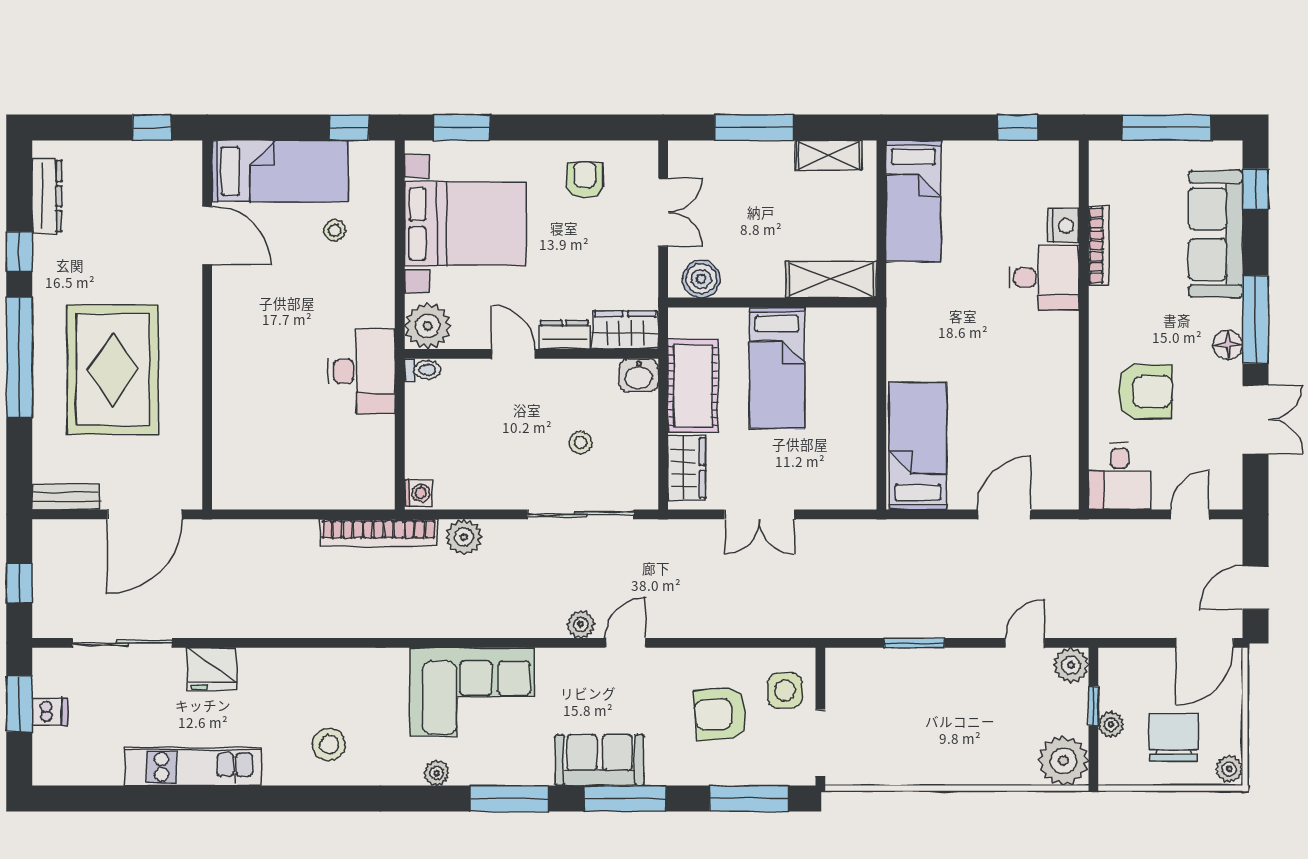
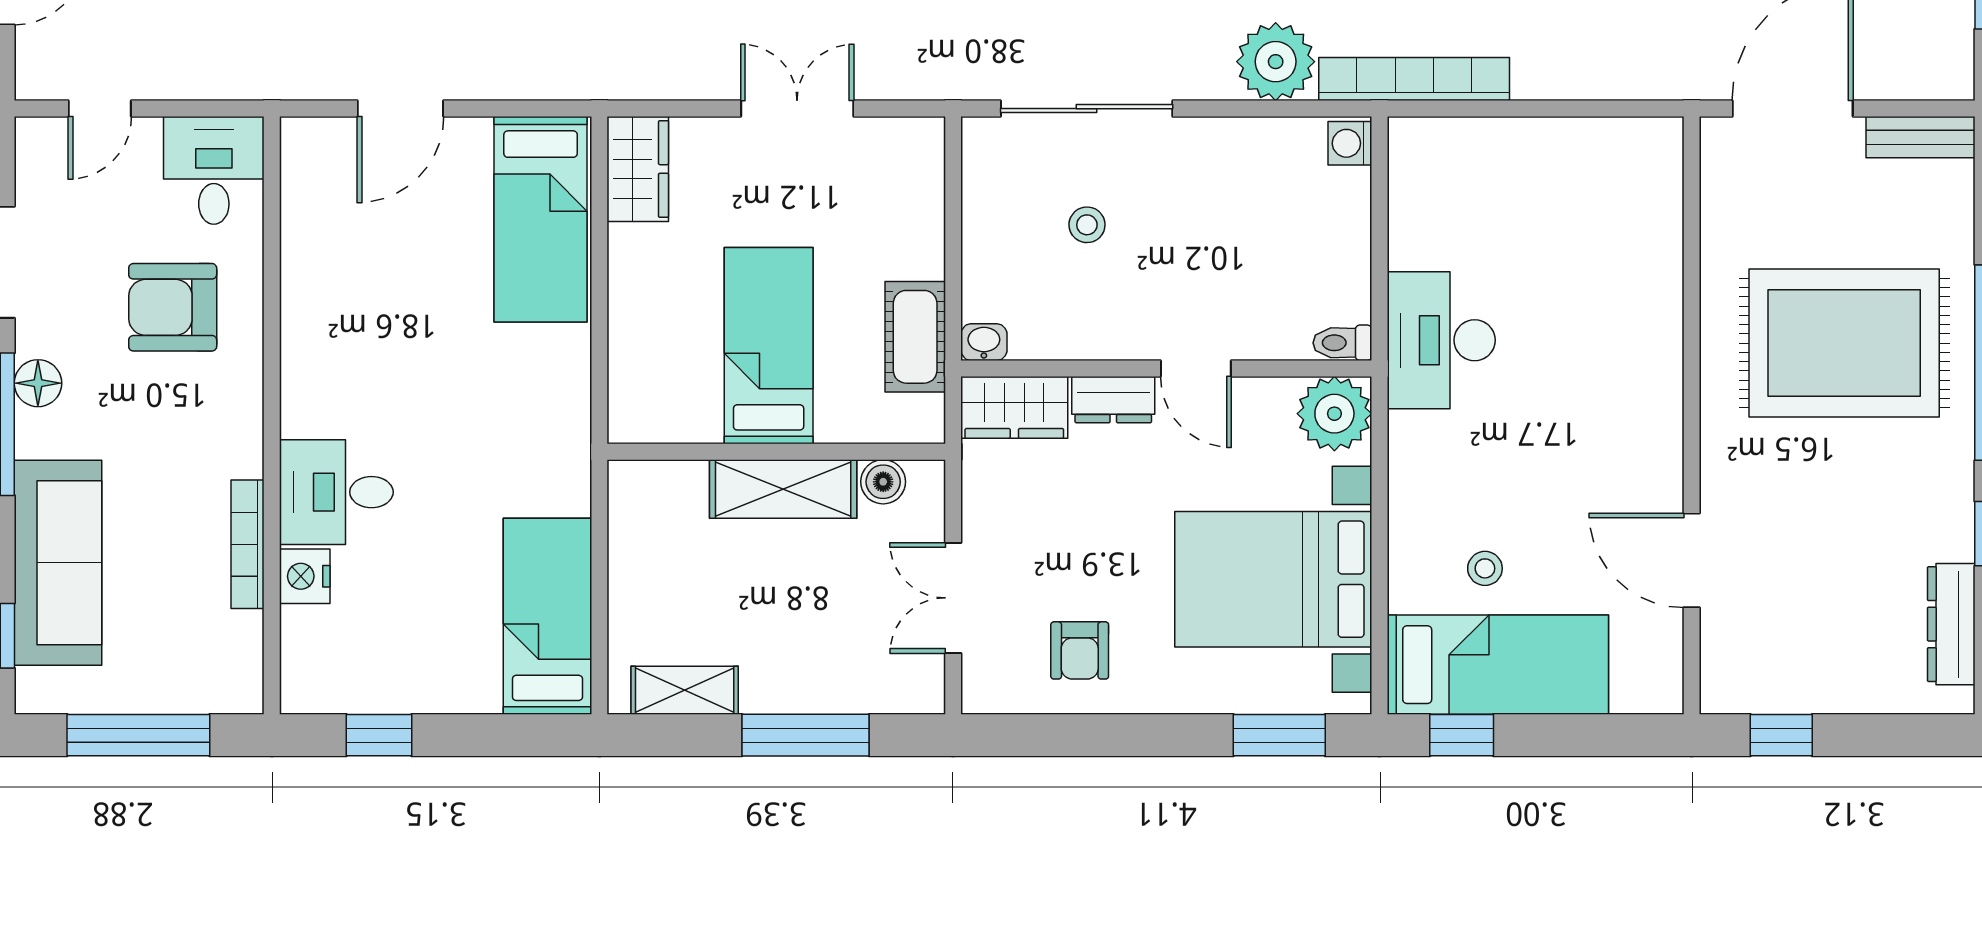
bed: (280, 171) -> (1498, 665), moved, turned 180
boiler: (701, 279) -> (883, 482), width x0.73, depth x0.73
shelving: (831, 279) -> (783, 489), moved
rug: (113, 370) -> (1844, 343), turned 90
washbasin: (639, 375) -> (984, 342), width x0.72, depth x0.69
cot: (693, 386) -> (915, 337), width x0.73, depth x0.75
wardrobe: (687, 468) -> (638, 169), moved, turned 180
plant: (464, 537) -> (1276, 62), width x1.36, depth x1.36

